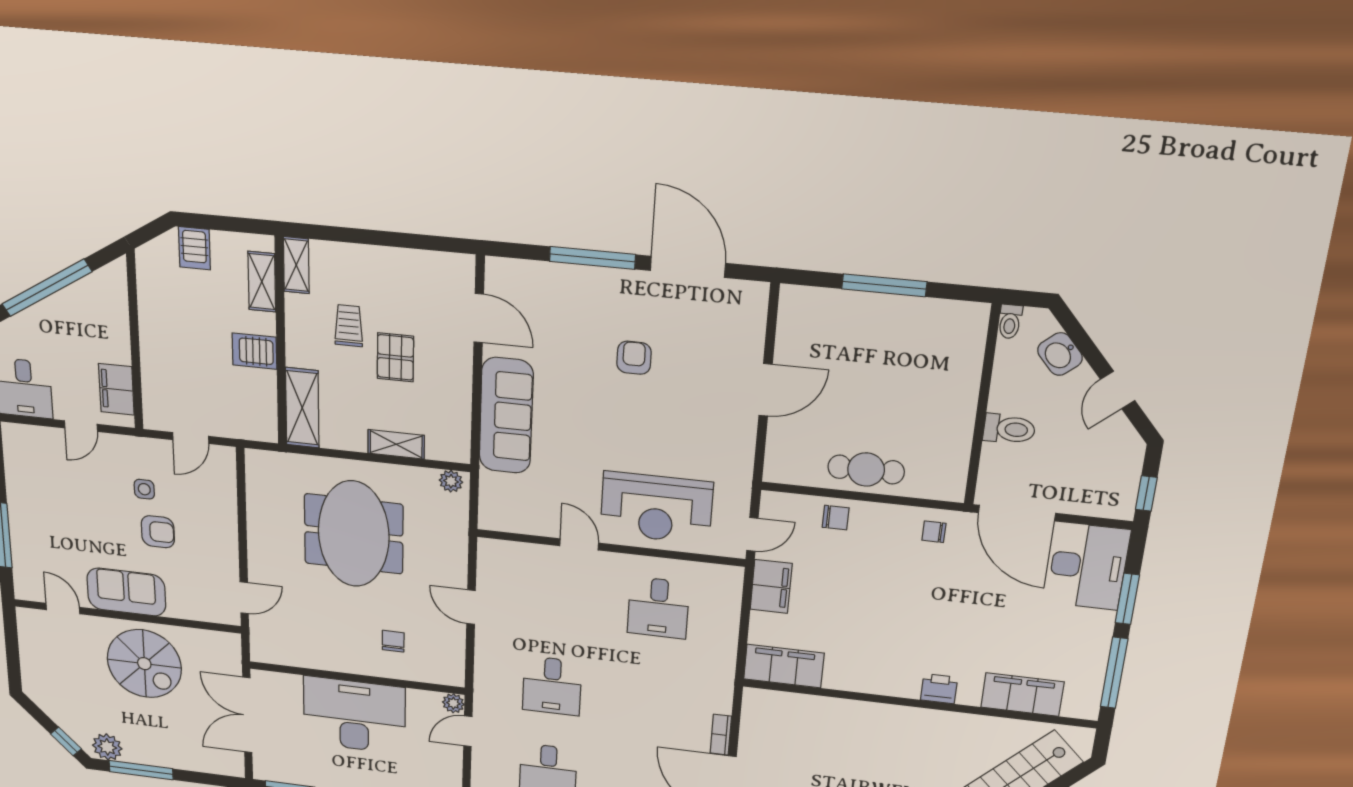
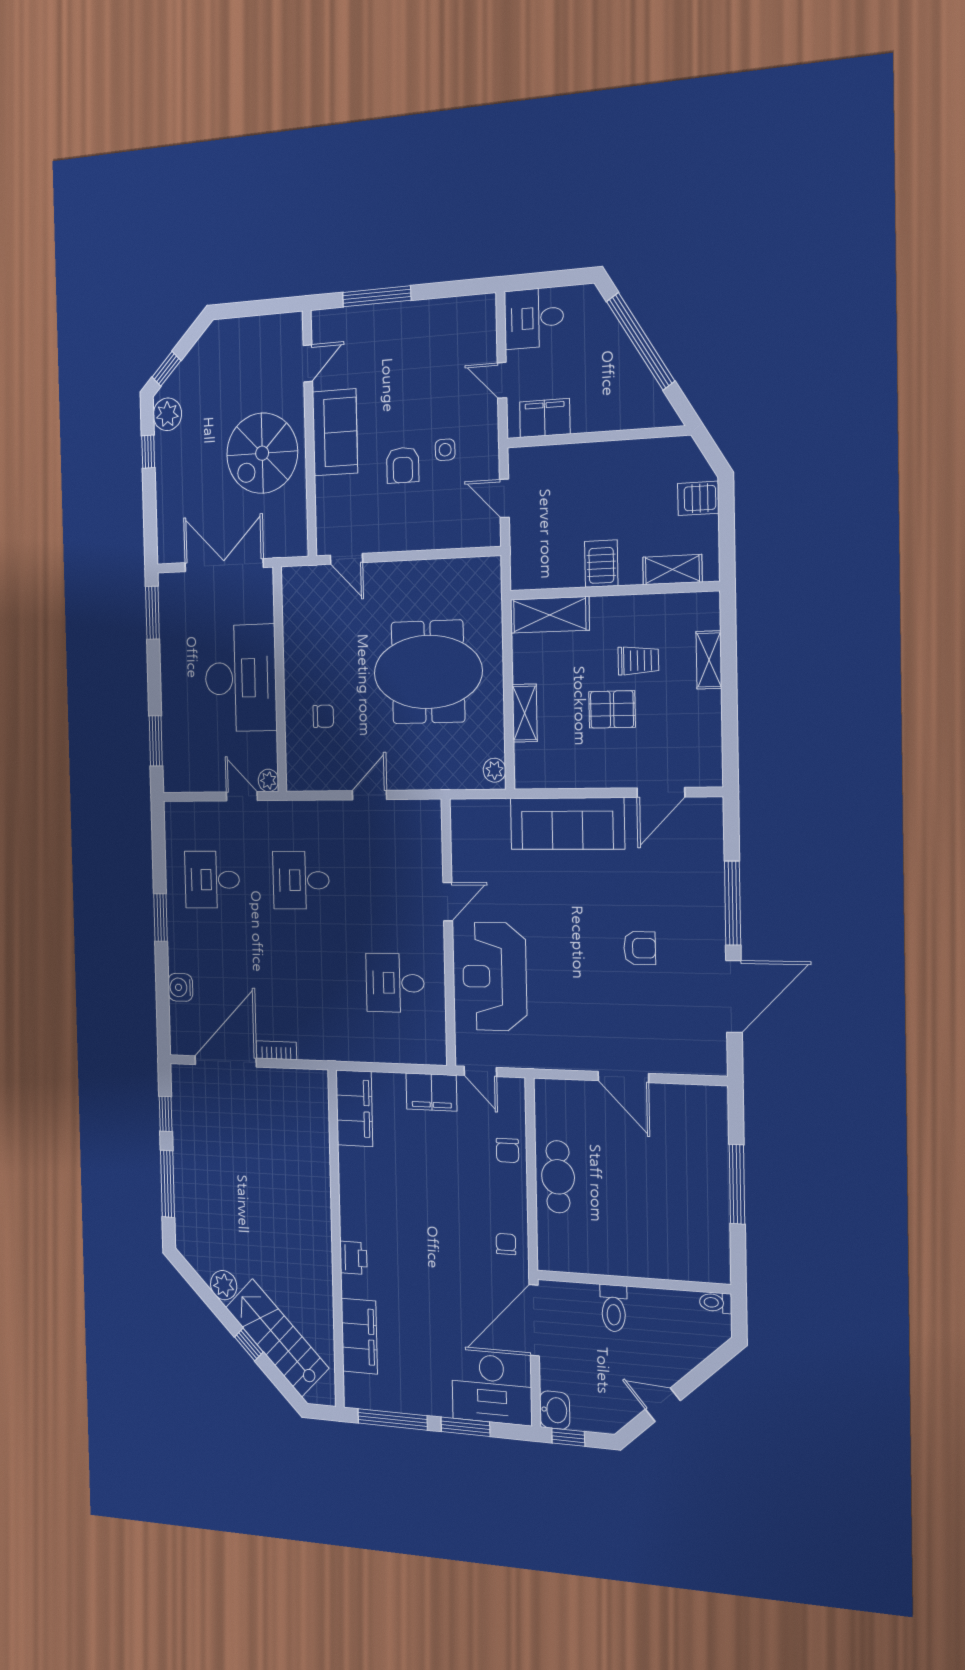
shelving: (296, 265) -> (709, 660), moved, turned 90
washbasin: (1060, 354) -> (555, 1410), moved, turned 131
window: (141, 770) -> (148, 452), width x0.46

